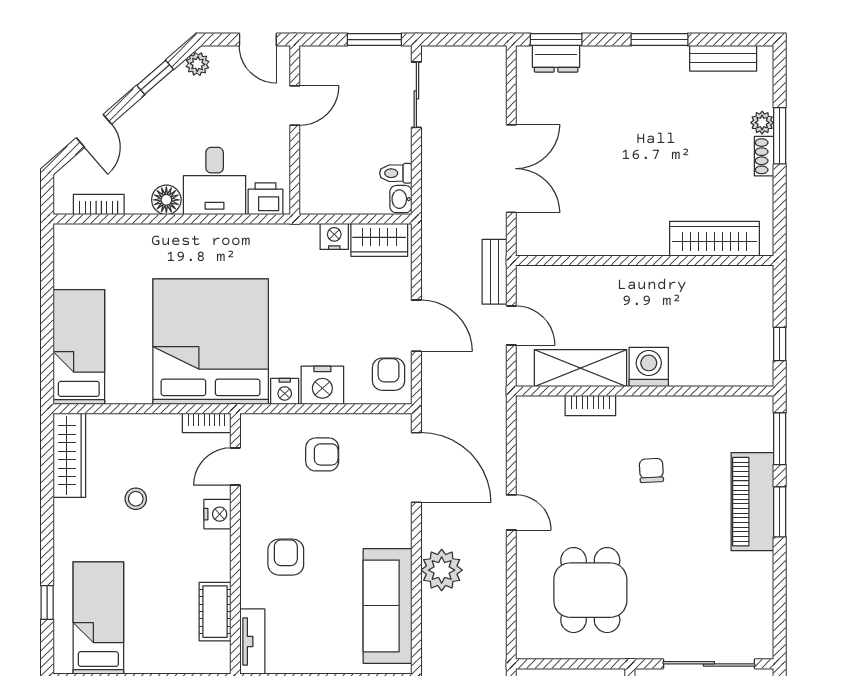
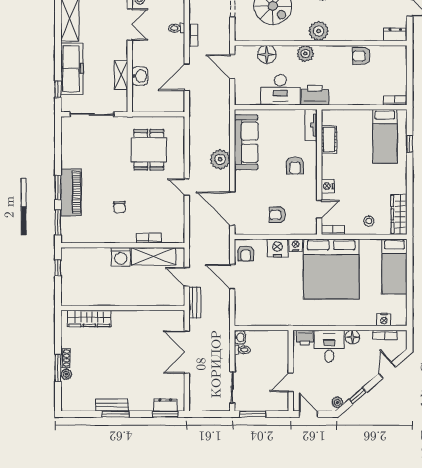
bench: (723, 58) -> (112, 405), moved
nightstand: (334, 236) -> (384, 320), moved
wardrobe: (379, 240) -> (250, 318), removed
stool: (136, 499) -> (369, 221), moved

